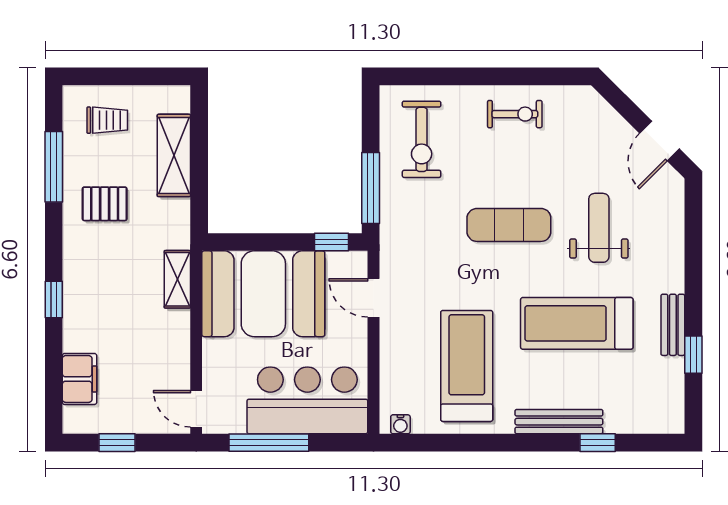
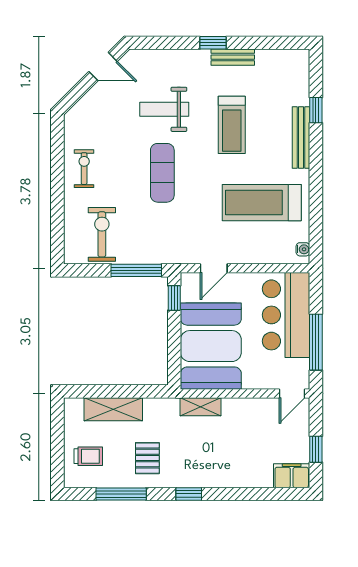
trolley: (107, 120) -> (88, 456), turned 90
exercise bike: (422, 139) -> (102, 234), turned -90
window: (54, 300) -> (189, 494), moved
treadmill: (577, 323) -> (232, 125), width x0.73, depth x0.73
window: (693, 355) -> (213, 43), moved
filing cabinet: (80, 379) -> (292, 476), moved

